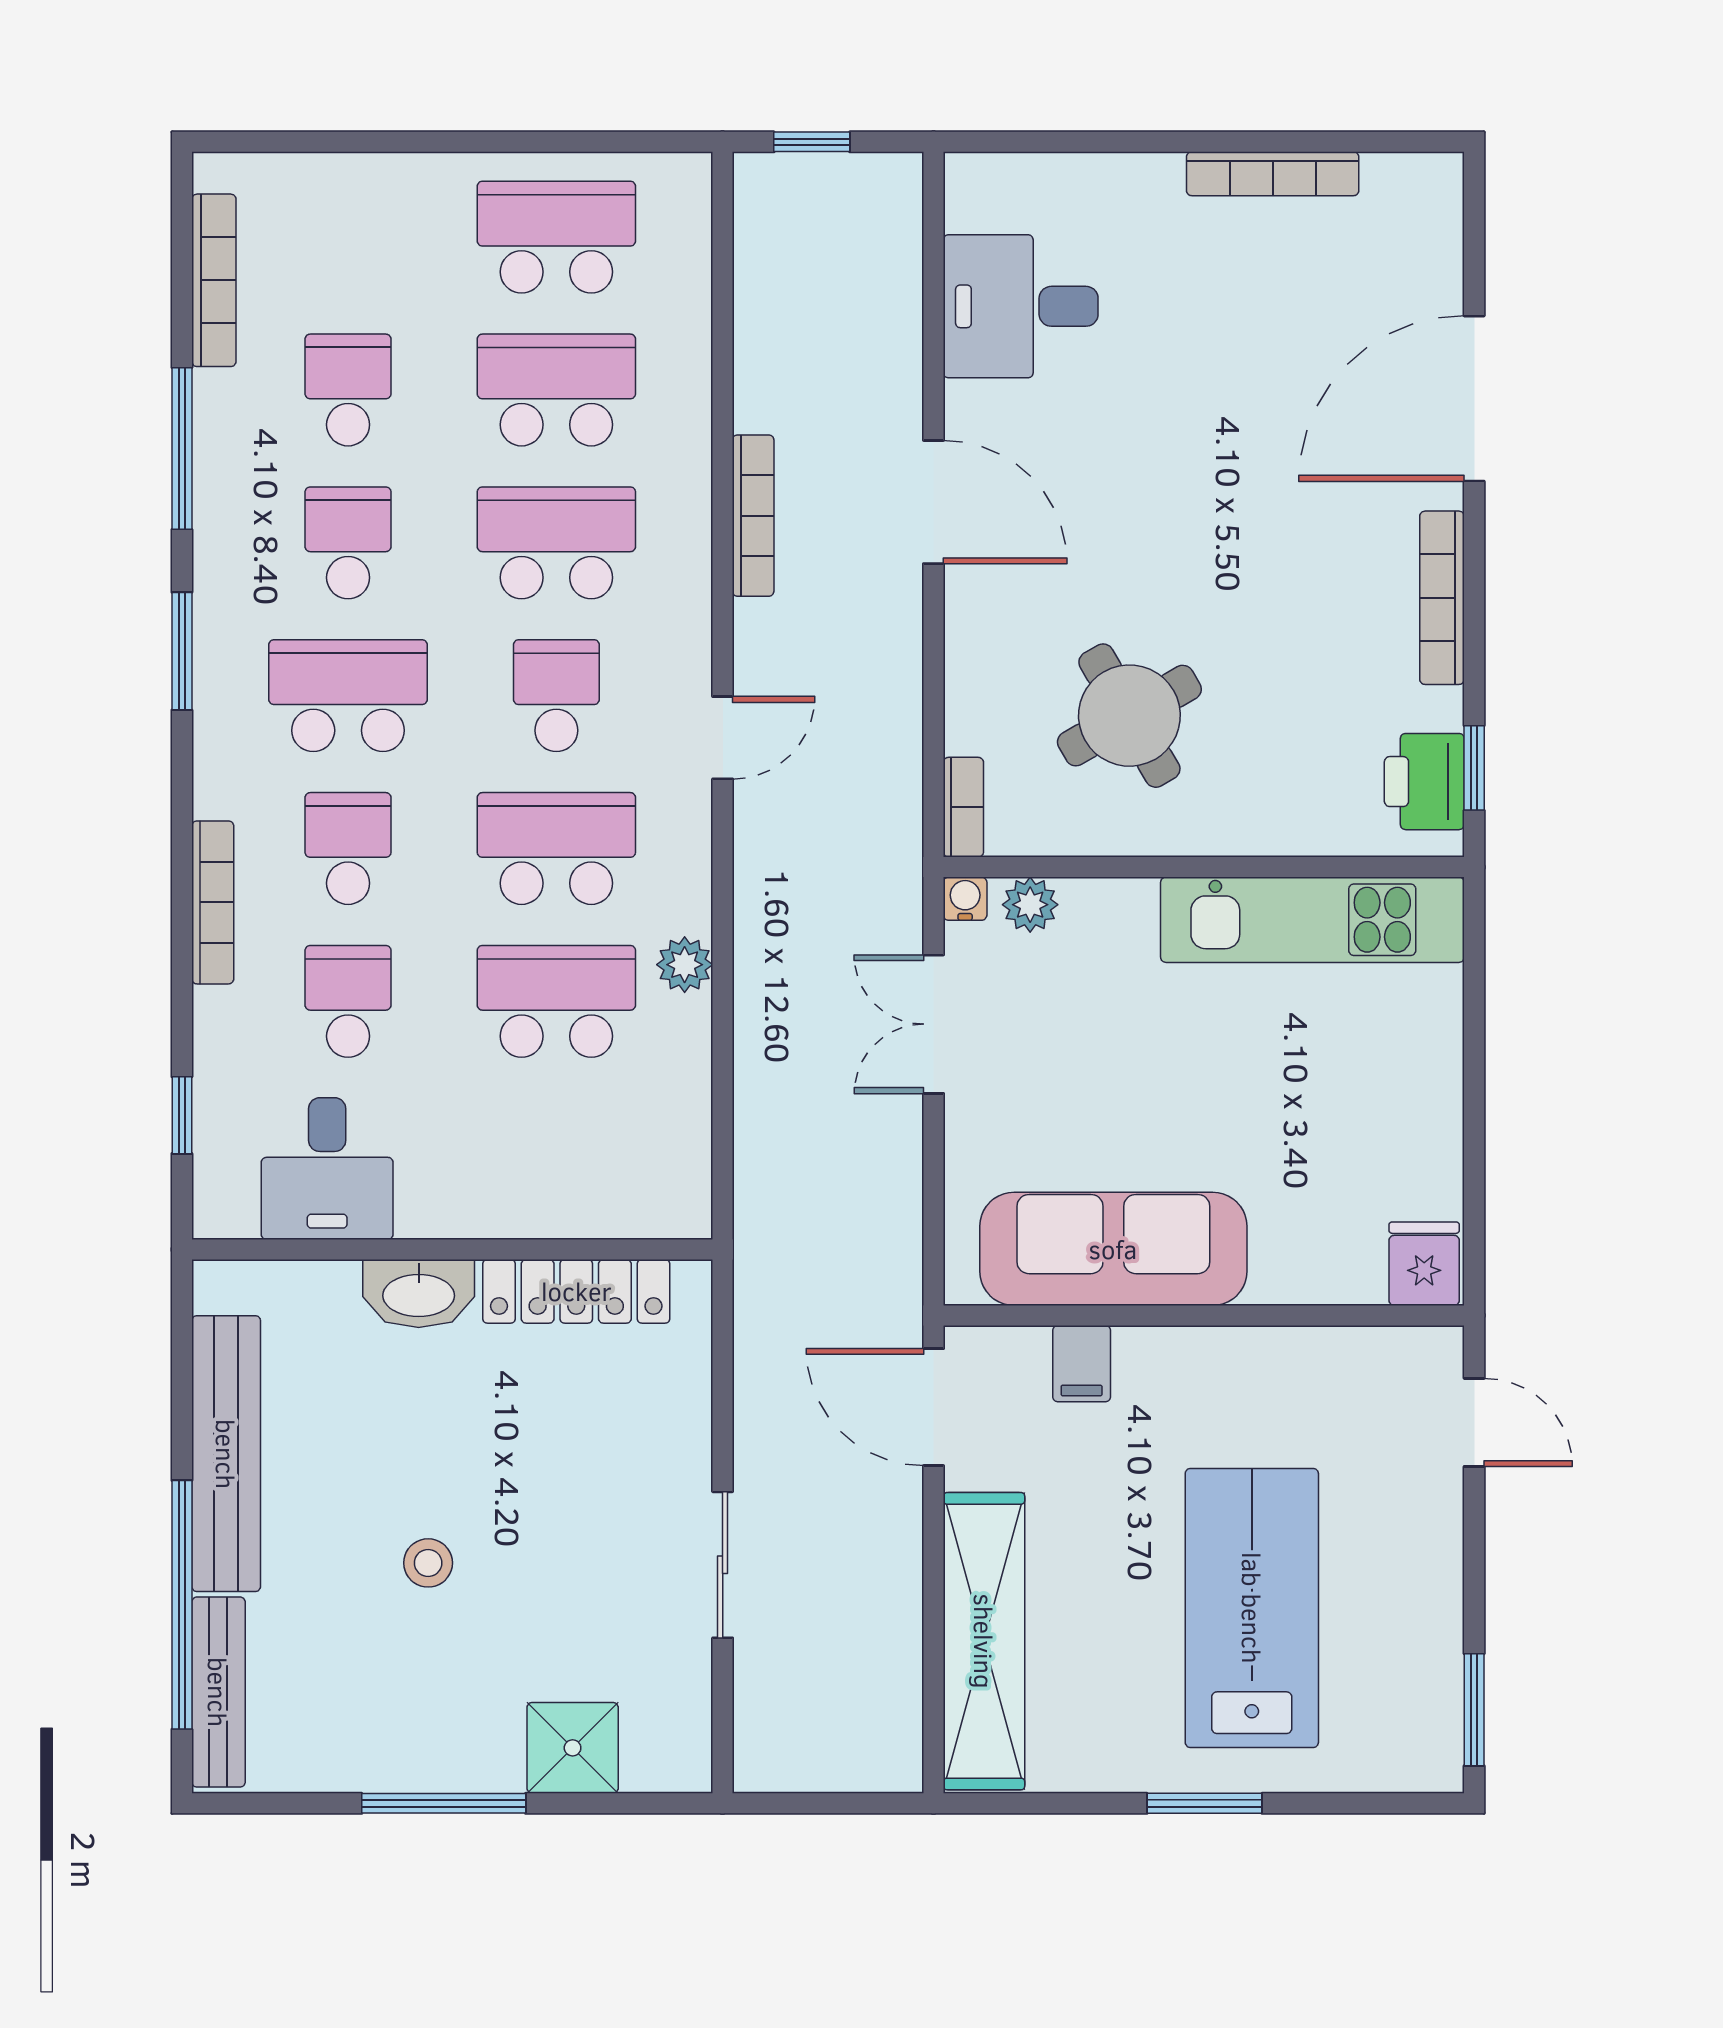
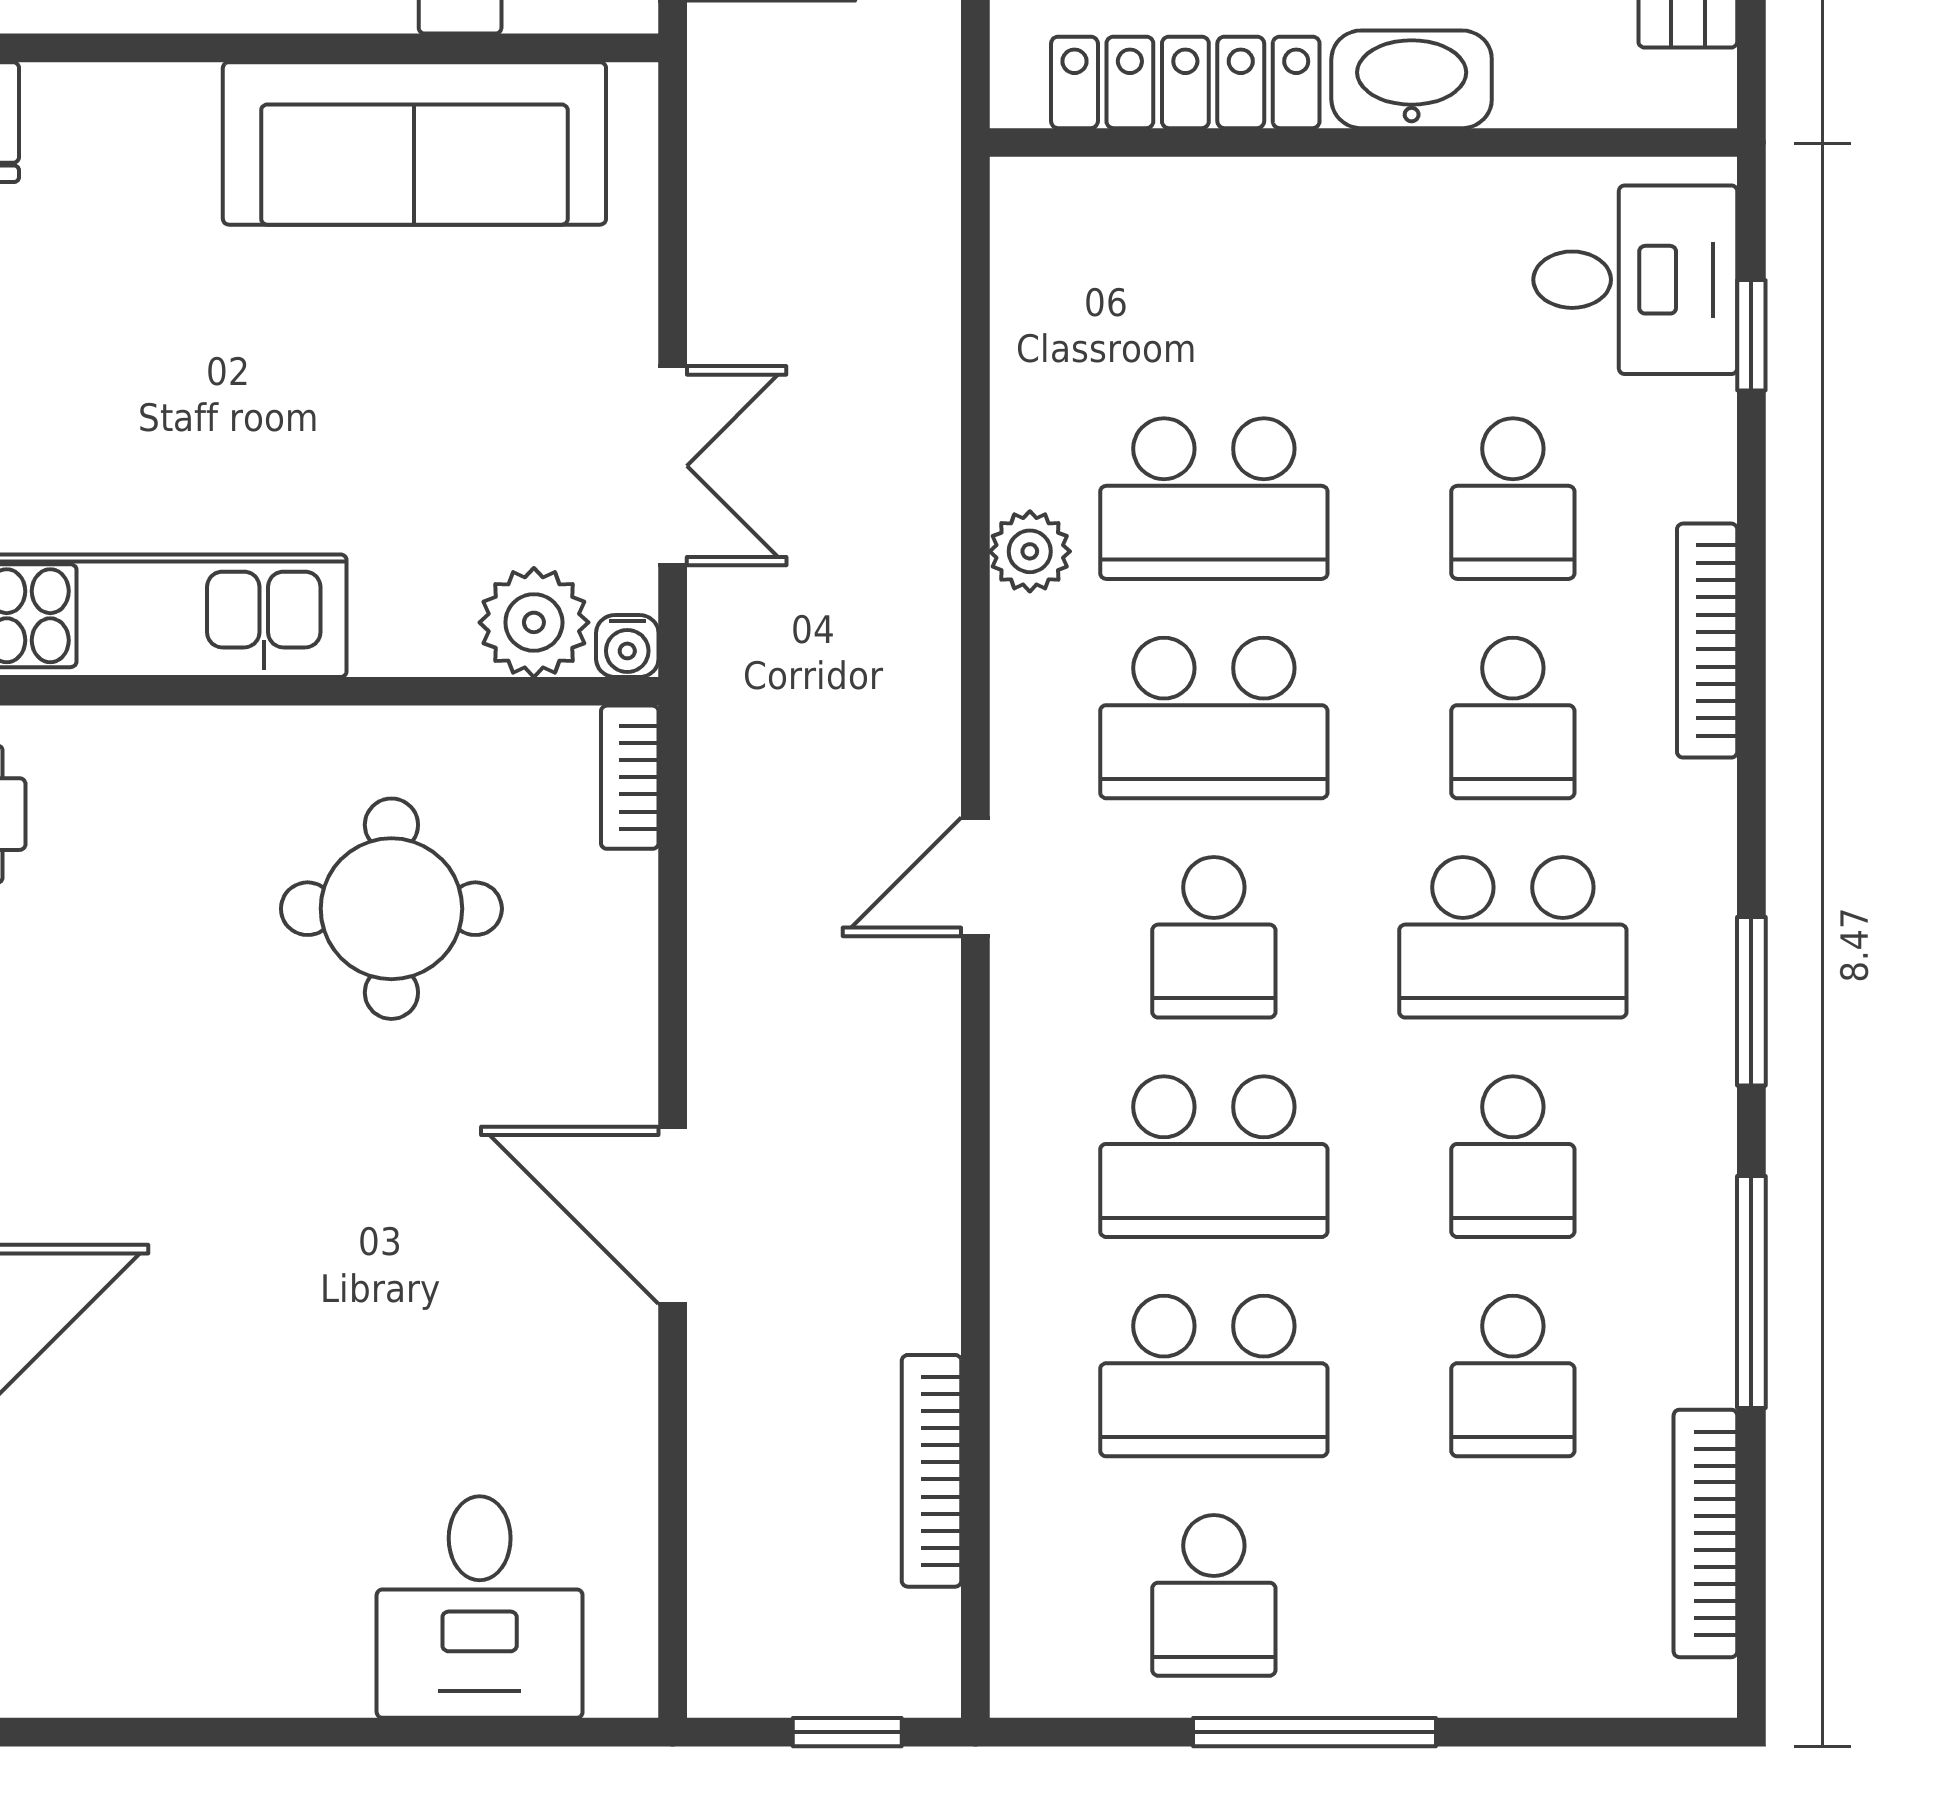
window: (486, 142) -> (1315, 1732), added
bookcase: (1273, 174) -> (186, 1686), removed
school desk: (556, 237) -> (1214, 1595), width x0.54
desk: (1021, 306) -> (480, 1607), moved, turned 90
bookcase: (753, 516) -> (932, 1471), moved
round table: (1129, 716) -> (391, 909), turned 30
plant: (1030, 905) -> (534, 622), width x1.38, depth x1.38
desk: (327, 1169) -> (1635, 280), moved, turned 90

